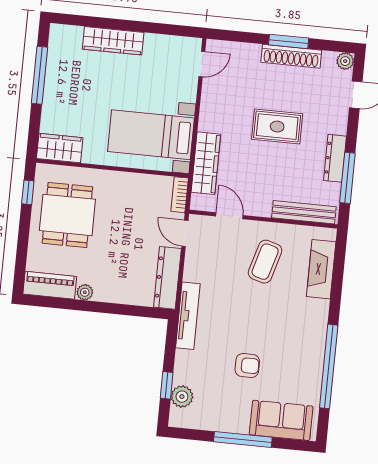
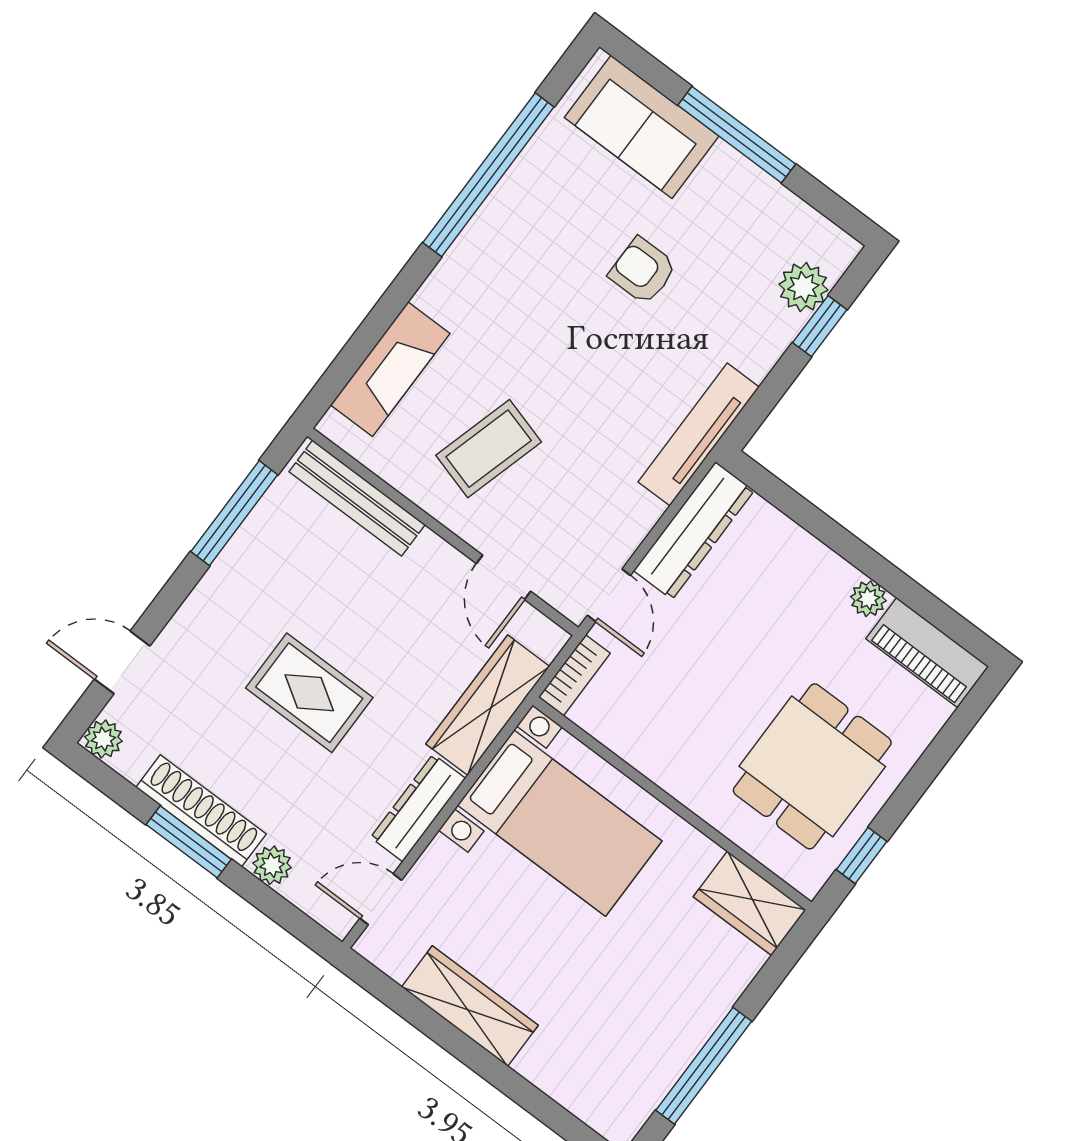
wardrobe: (113, 41) -> (470, 1006), moved
plant: (251, 52) -> (272, 865), added
dresser: (335, 158) -> (418, 808), moved, turned 180

